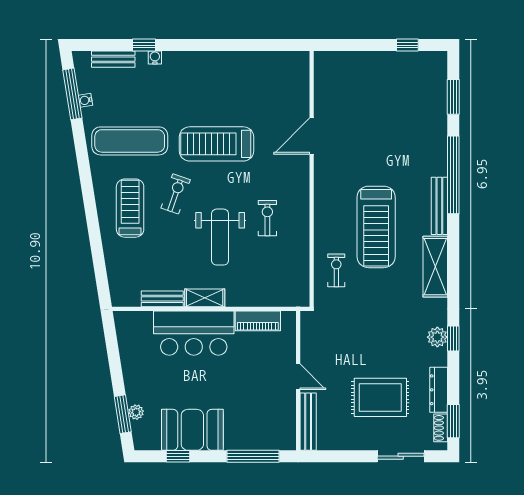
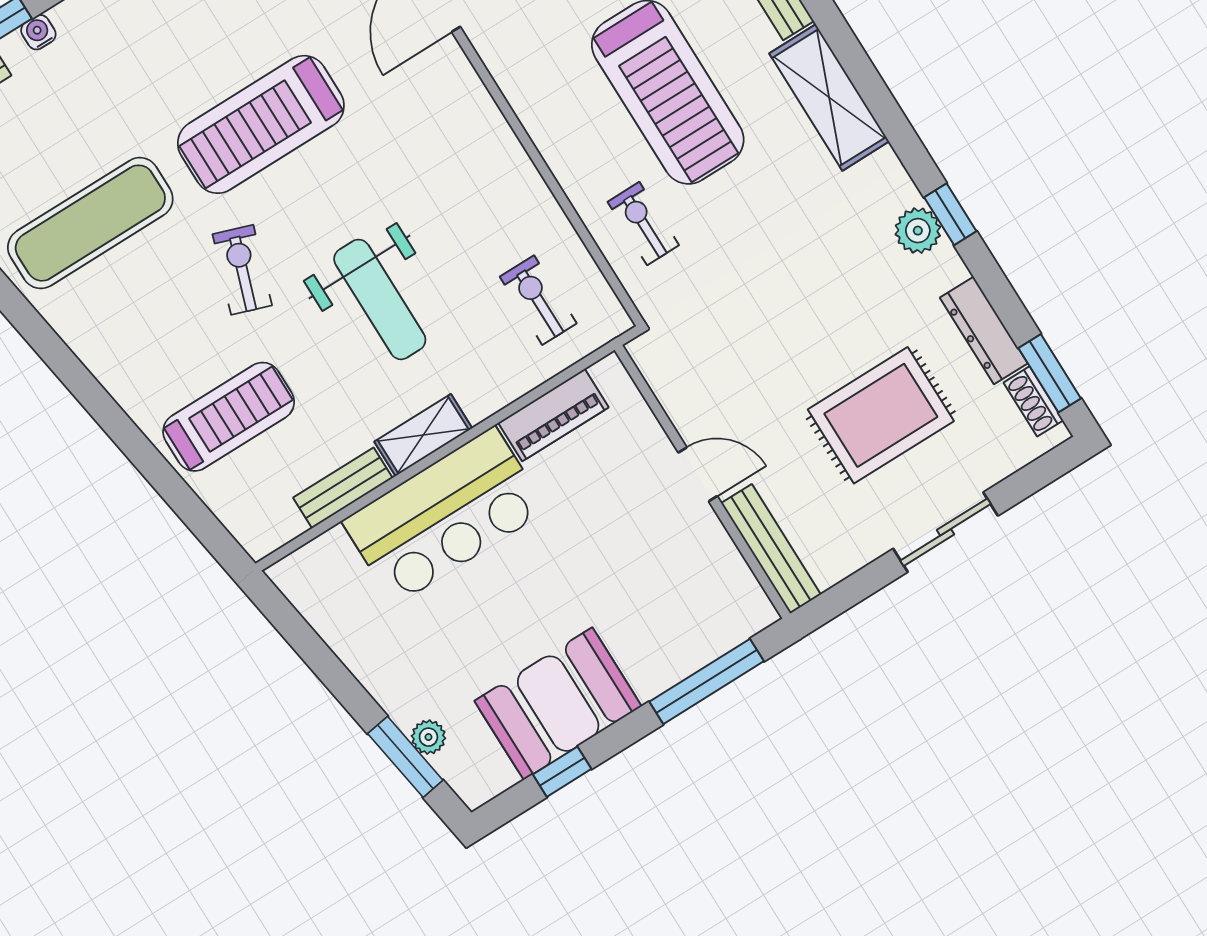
treadmill: (130, 208) -> (229, 417), moved, turned 90
exercise bike: (267, 218) -> (538, 300), moved
sliding door: (401, 456) -> (945, 532), moved

